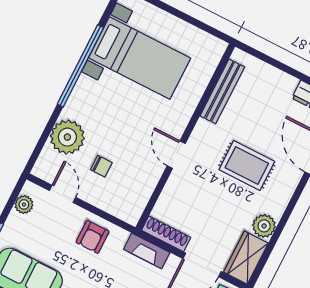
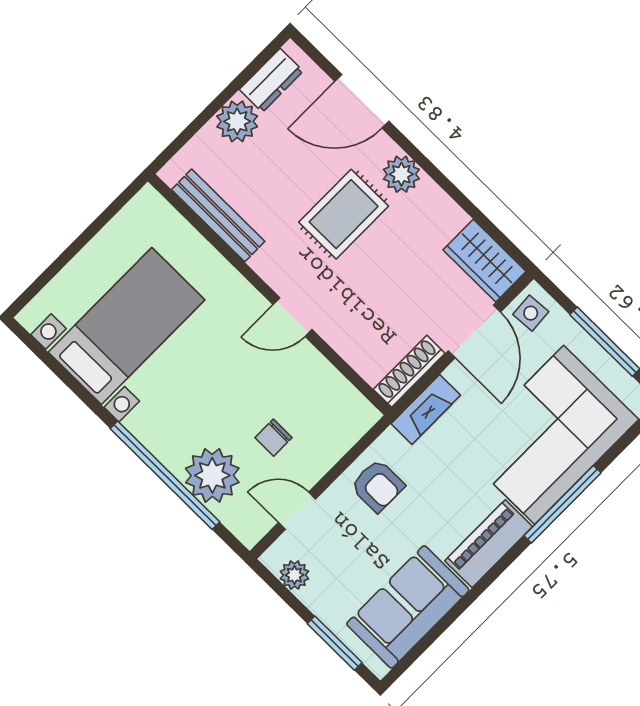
window: (80, 66) -> (165, 475), moved
plant: (282, 85) -> (237, 121), added
chair: (101, 166) -> (273, 438), turned 180
plant: (264, 226) -> (401, 174), moved

